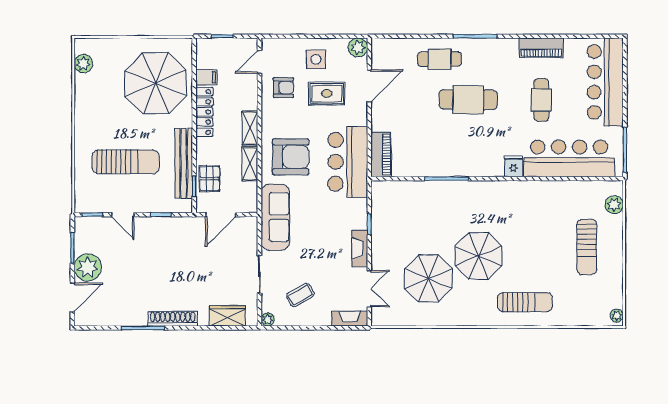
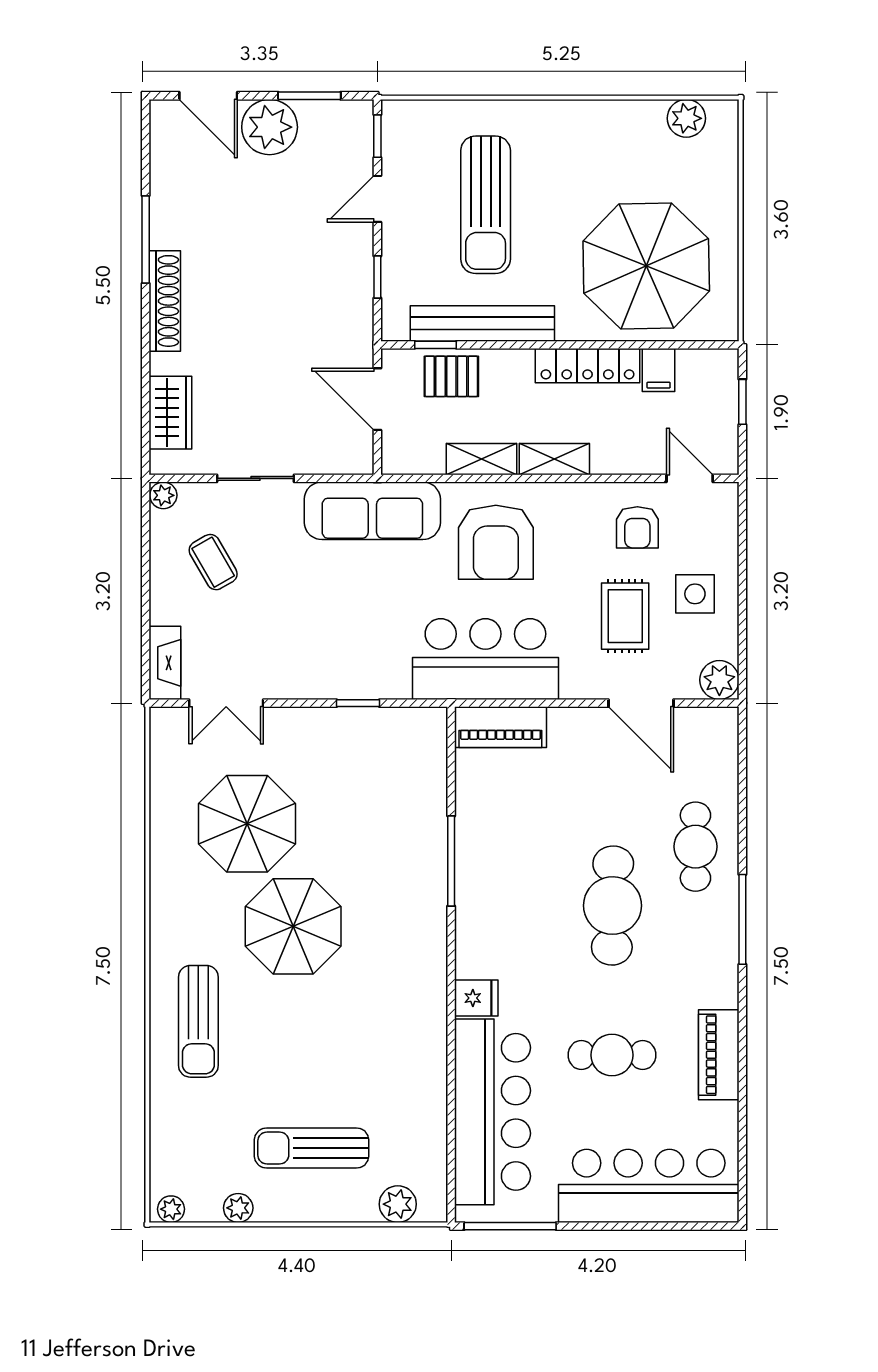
fireplace: (360, 249) -> (308, 683), removed
plant: (616, 283) -> (238, 1208), added

